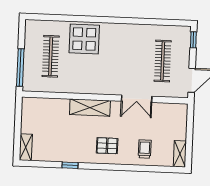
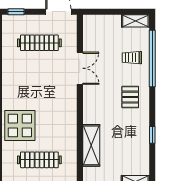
shelving: (90, 108) -> (91, 145), moved
window: (143, 168) -> (152, 58), added

